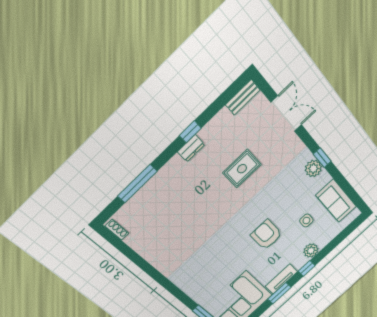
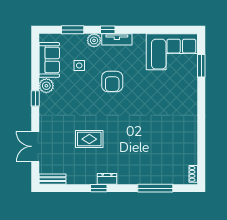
plant: (313, 168) -> (46, 86), moved
tv unit: (281, 279) -> (117, 39), moved
window: (279, 293) -> (73, 30), moved

